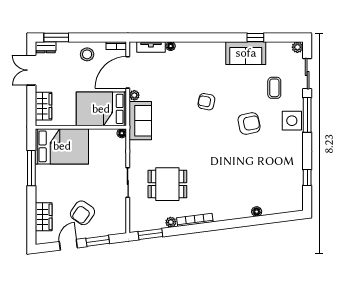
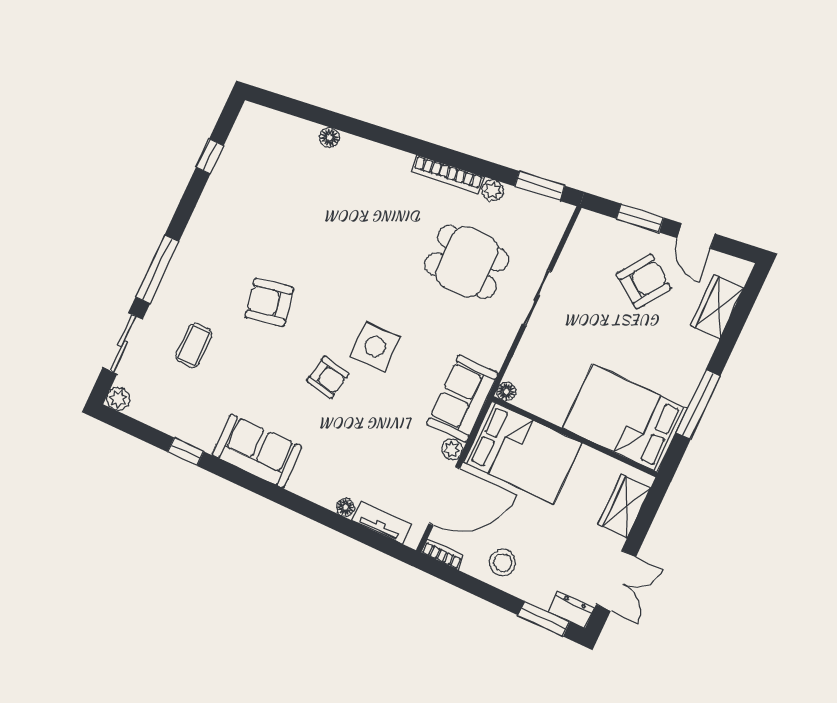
sofa: (246, 53) -> (257, 451), moved
side table: (292, 121) -> (375, 347), moved
door: (68, 245) -> (696, 236), hinge flipped

